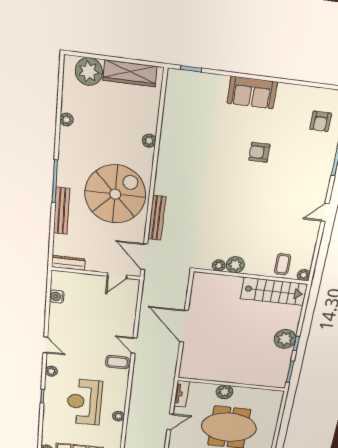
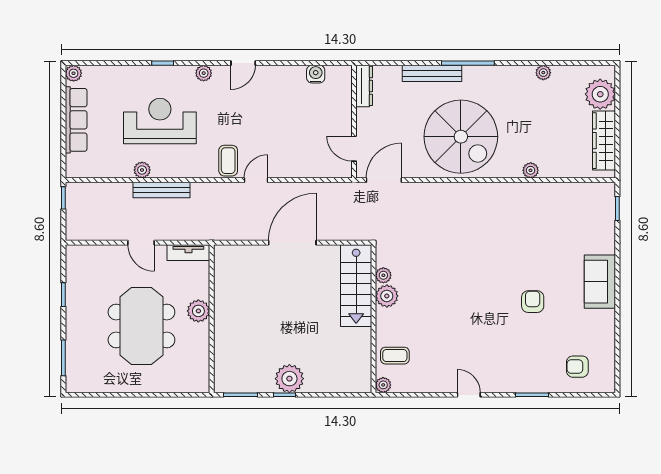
bench: (157, 218) -> (162, 190), moved
stairs: (274, 291) -> (356, 286), moved

